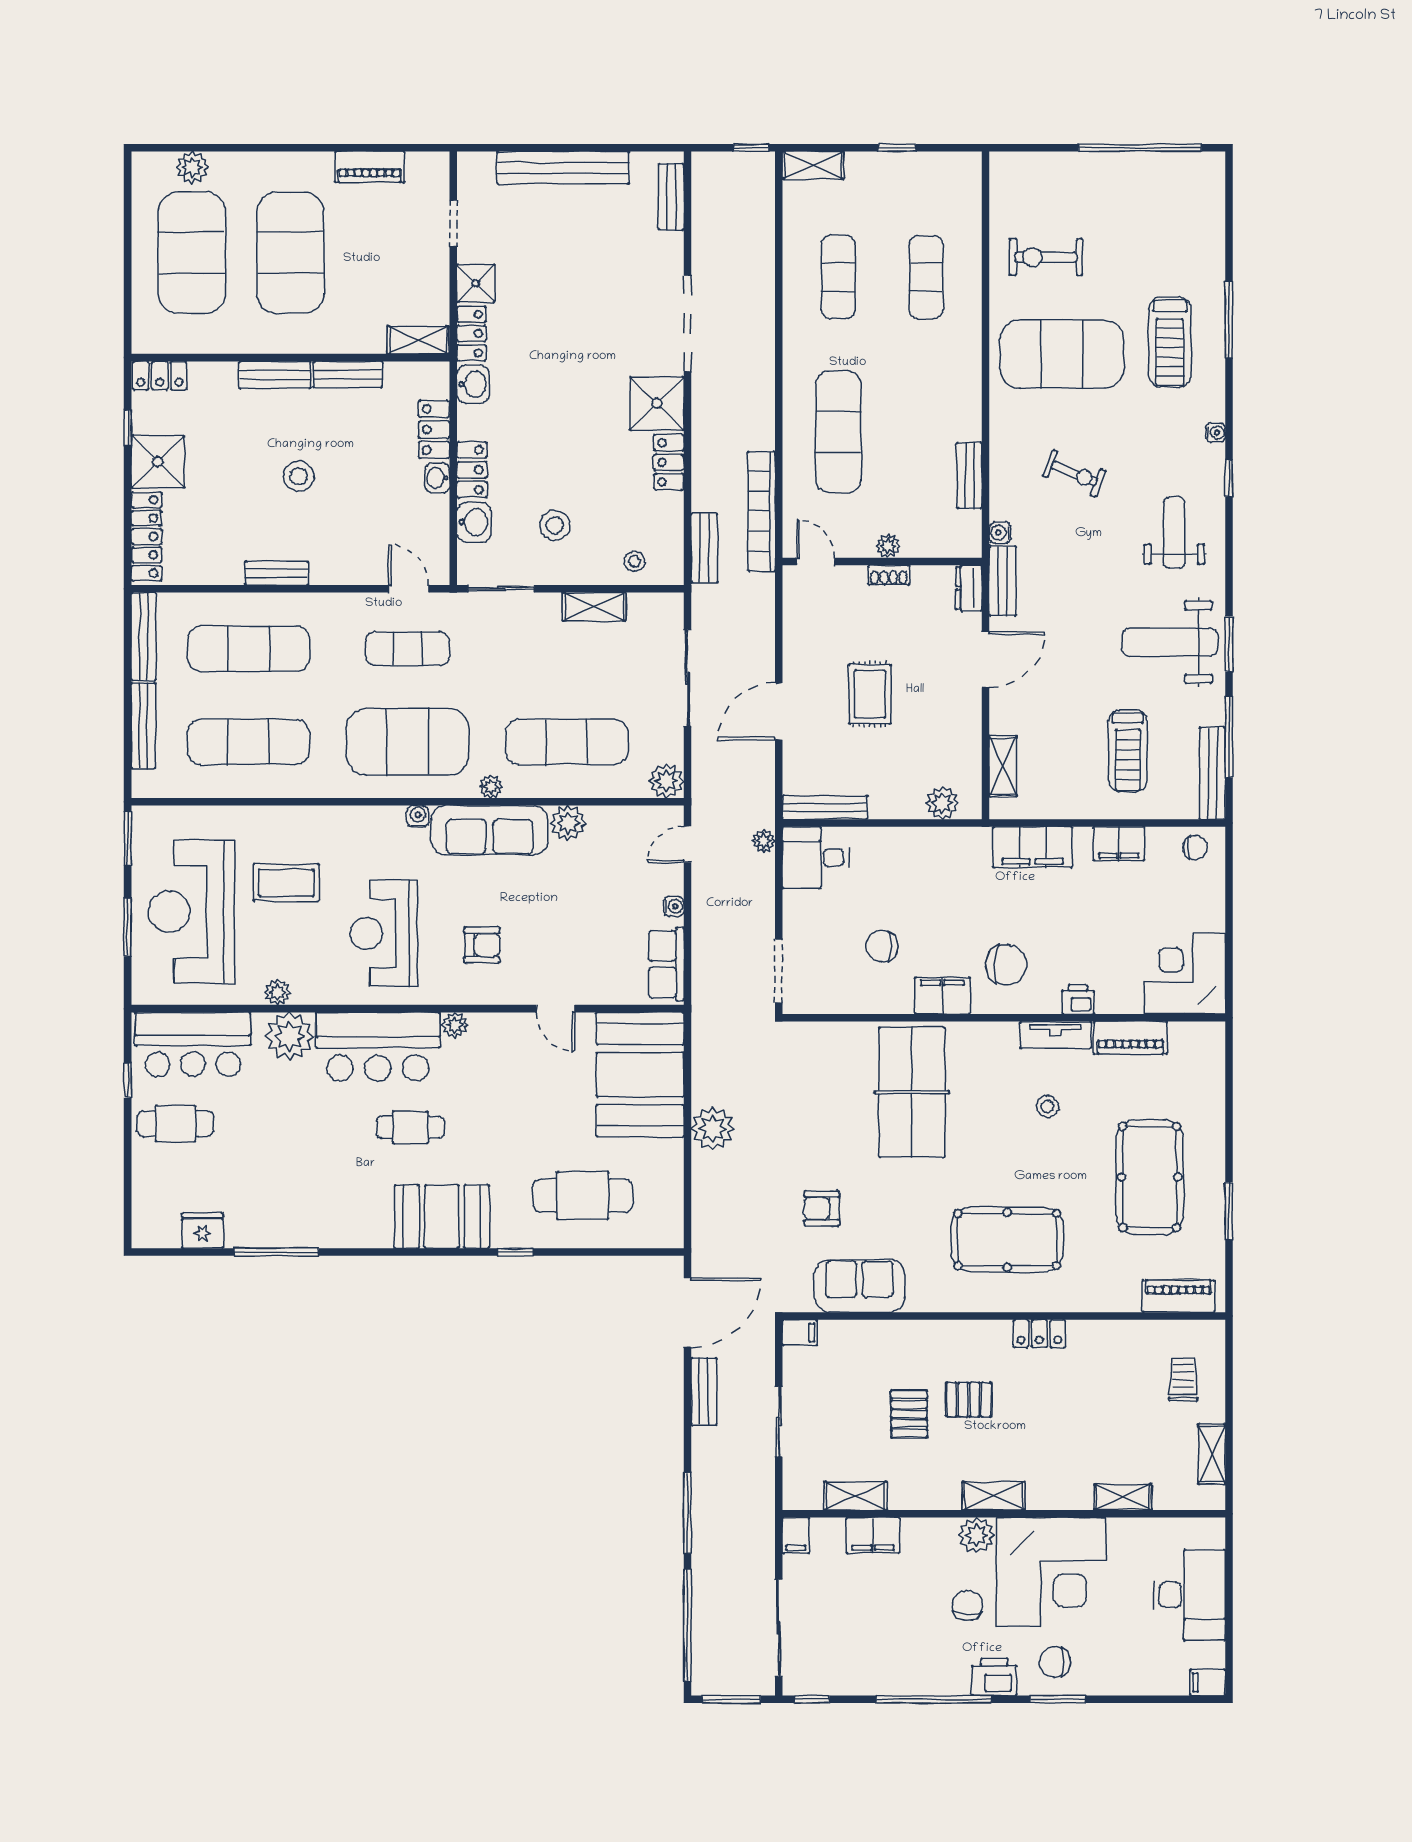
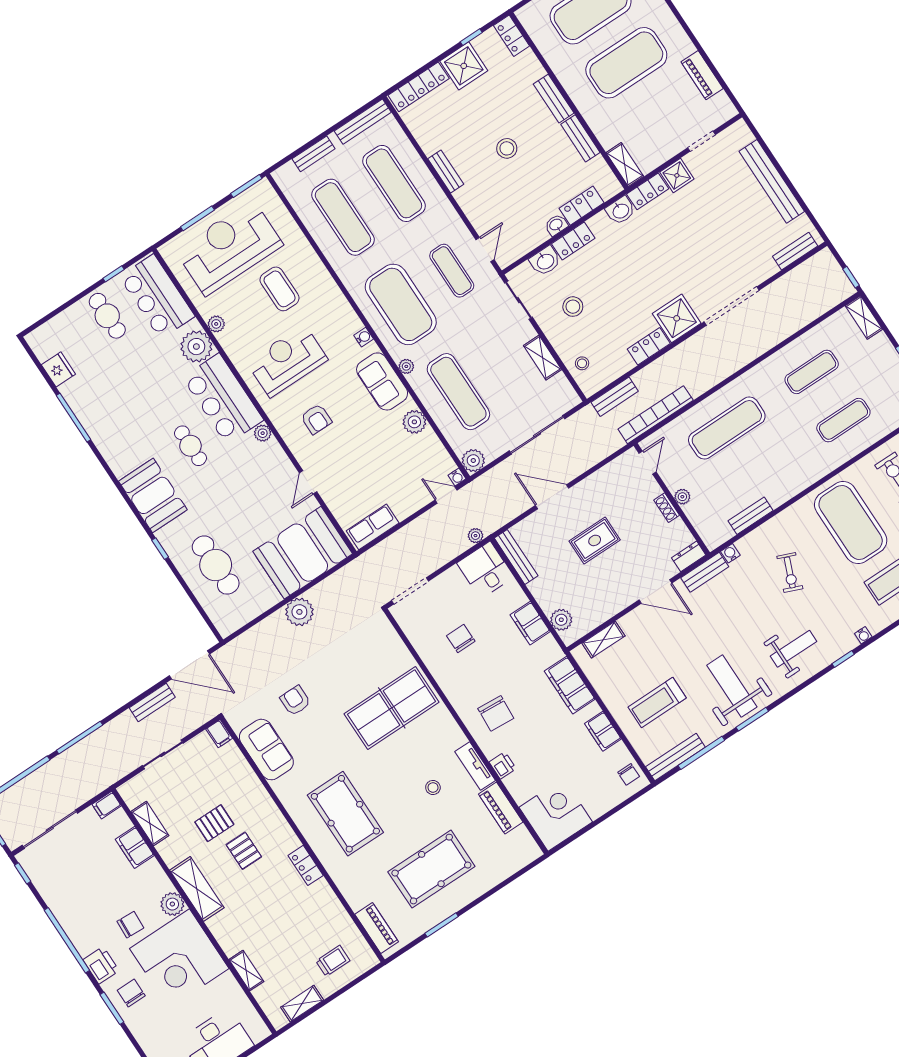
bench: (143, 726) -> (314, 154), width x0.73
sofa: (490, 830) -> (382, 381), width x0.73
water cooler: (674, 906) -> (457, 477), moved
filing cabinet: (942, 996) -> (530, 623), moved, turned 180
shelving: (993, 1496) -> (197, 889), width x1.50, depth x1.33

